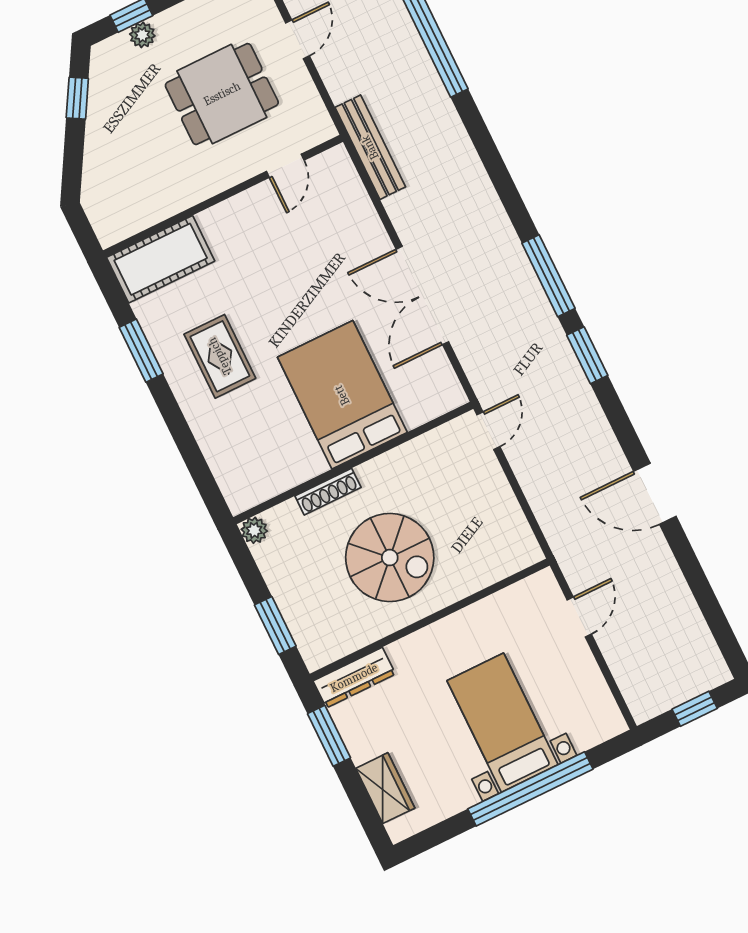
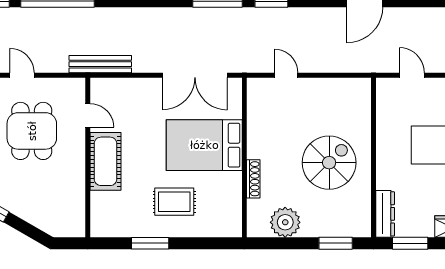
cot: (161, 259) -> (106, 161), moved
bed: (342, 395) -> (204, 145), moved
wall: (353, 463) -> (244, 157), moved
shoe rack: (328, 492) -> (253, 179), moved
plant: (254, 530) -> (285, 222), width x1.87, depth x1.87

